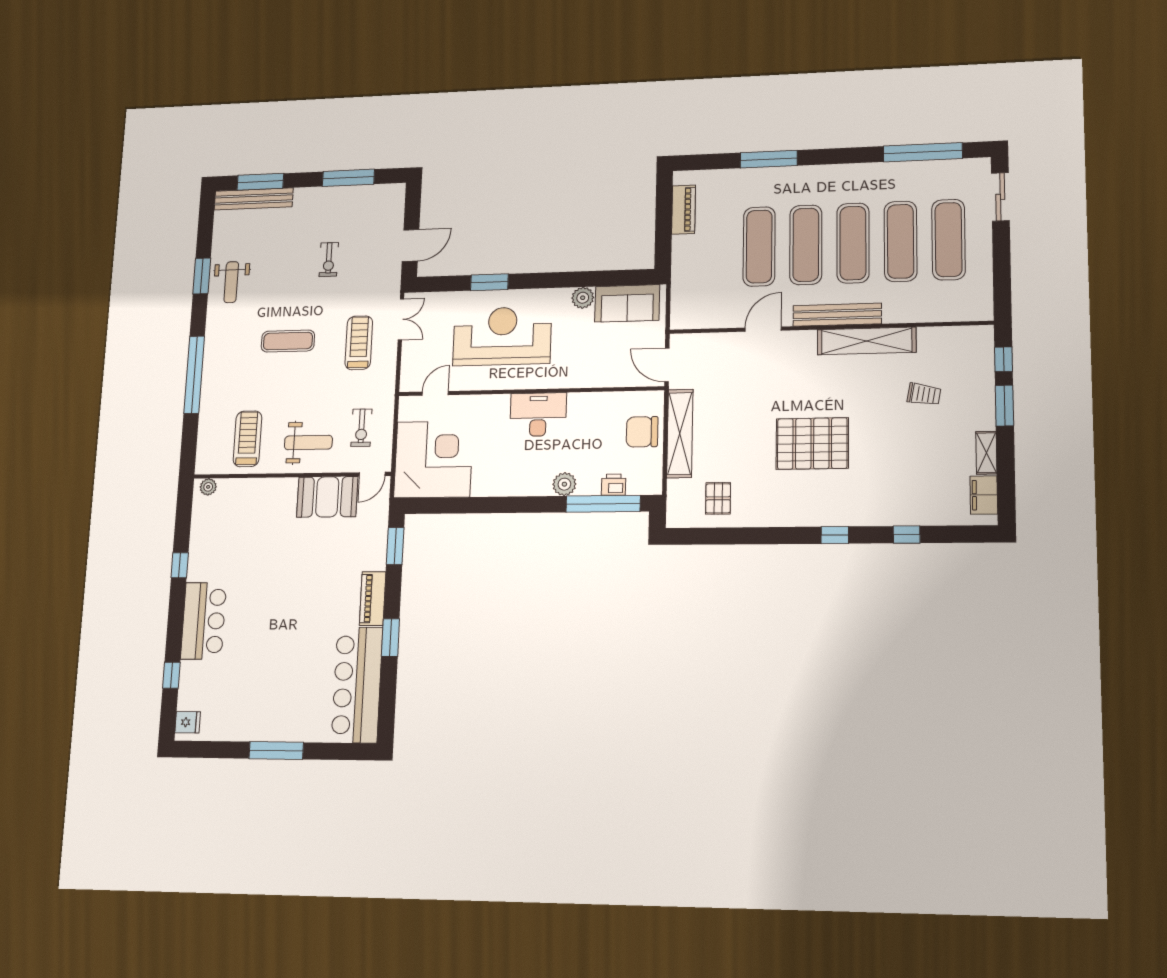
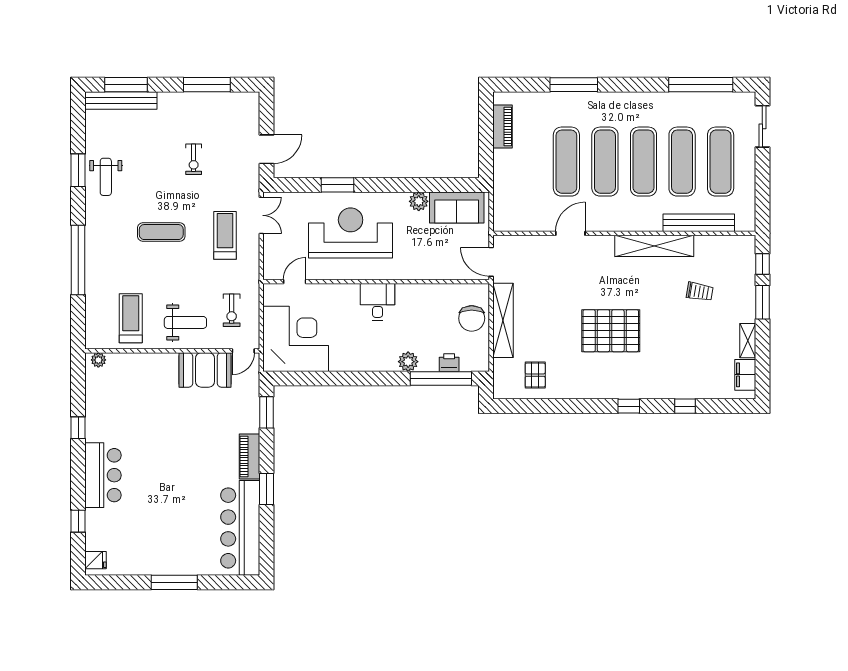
bench: (837, 315) -> (699, 223), moved
desk: (538, 415) -> (378, 302), width x0.73
chair: (642, 432) -> (472, 318), turned -90

